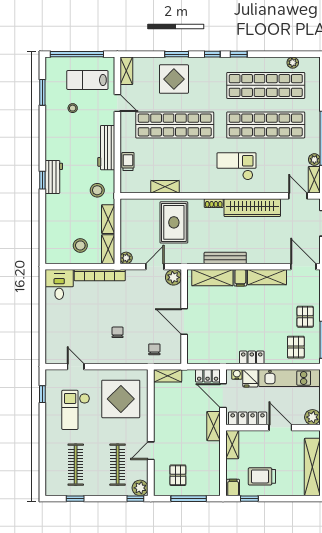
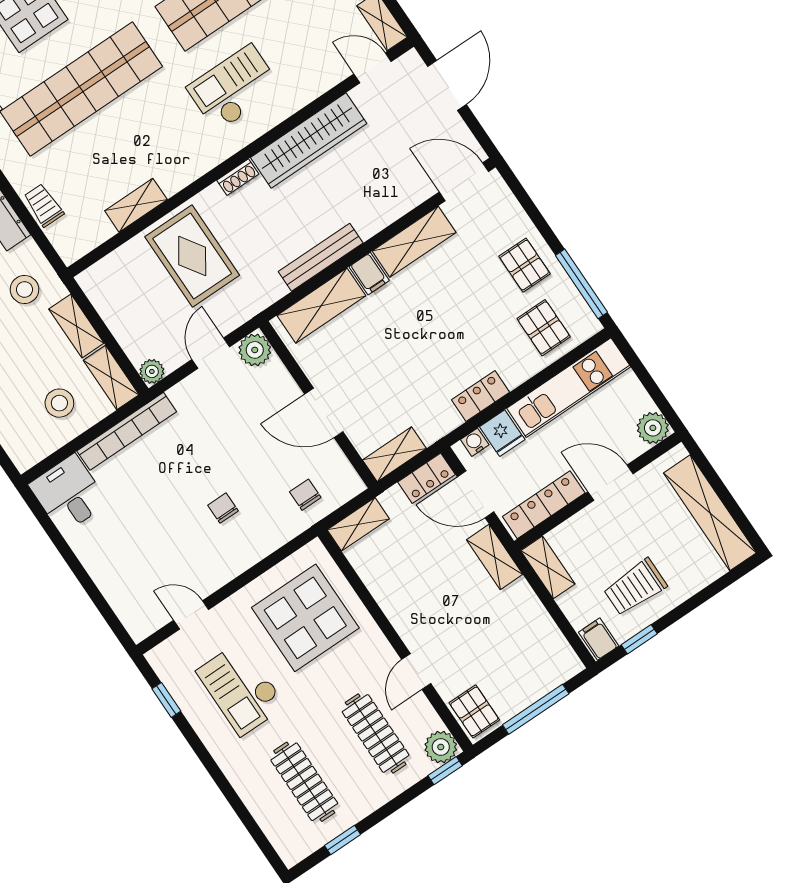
shelving: (201, 357) -> (394, 454), added
pallet: (178, 475) -> (474, 711), moved

